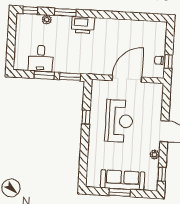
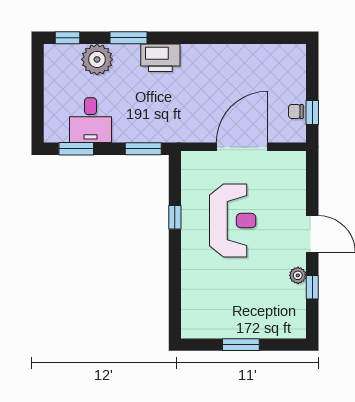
plant: (47, 20) -> (97, 59), width x1.87, depth x1.87
window: (44, 75) -> (76, 149), moved
window: (162, 174) -> (312, 287), moved
sofa: (123, 180) -> (245, 323), removed

